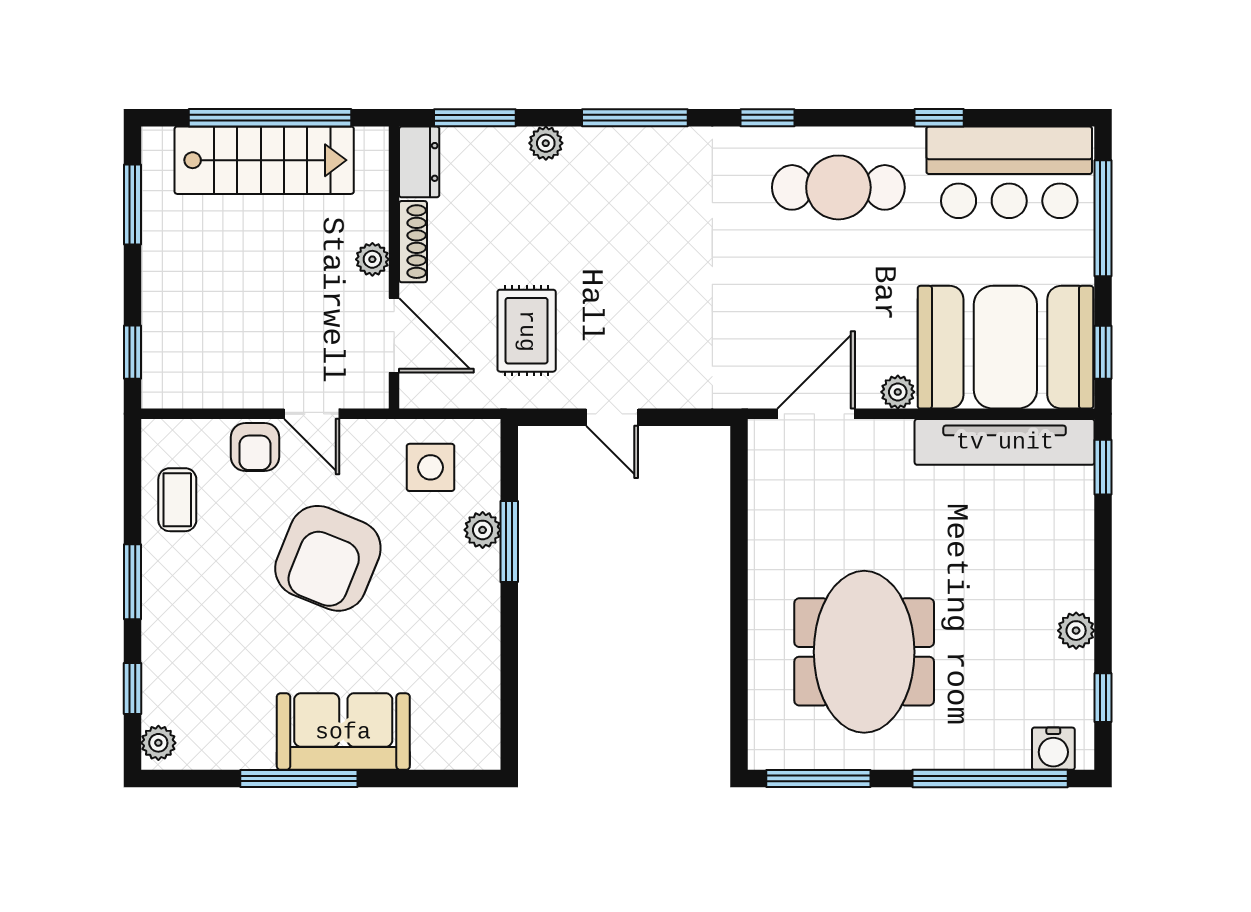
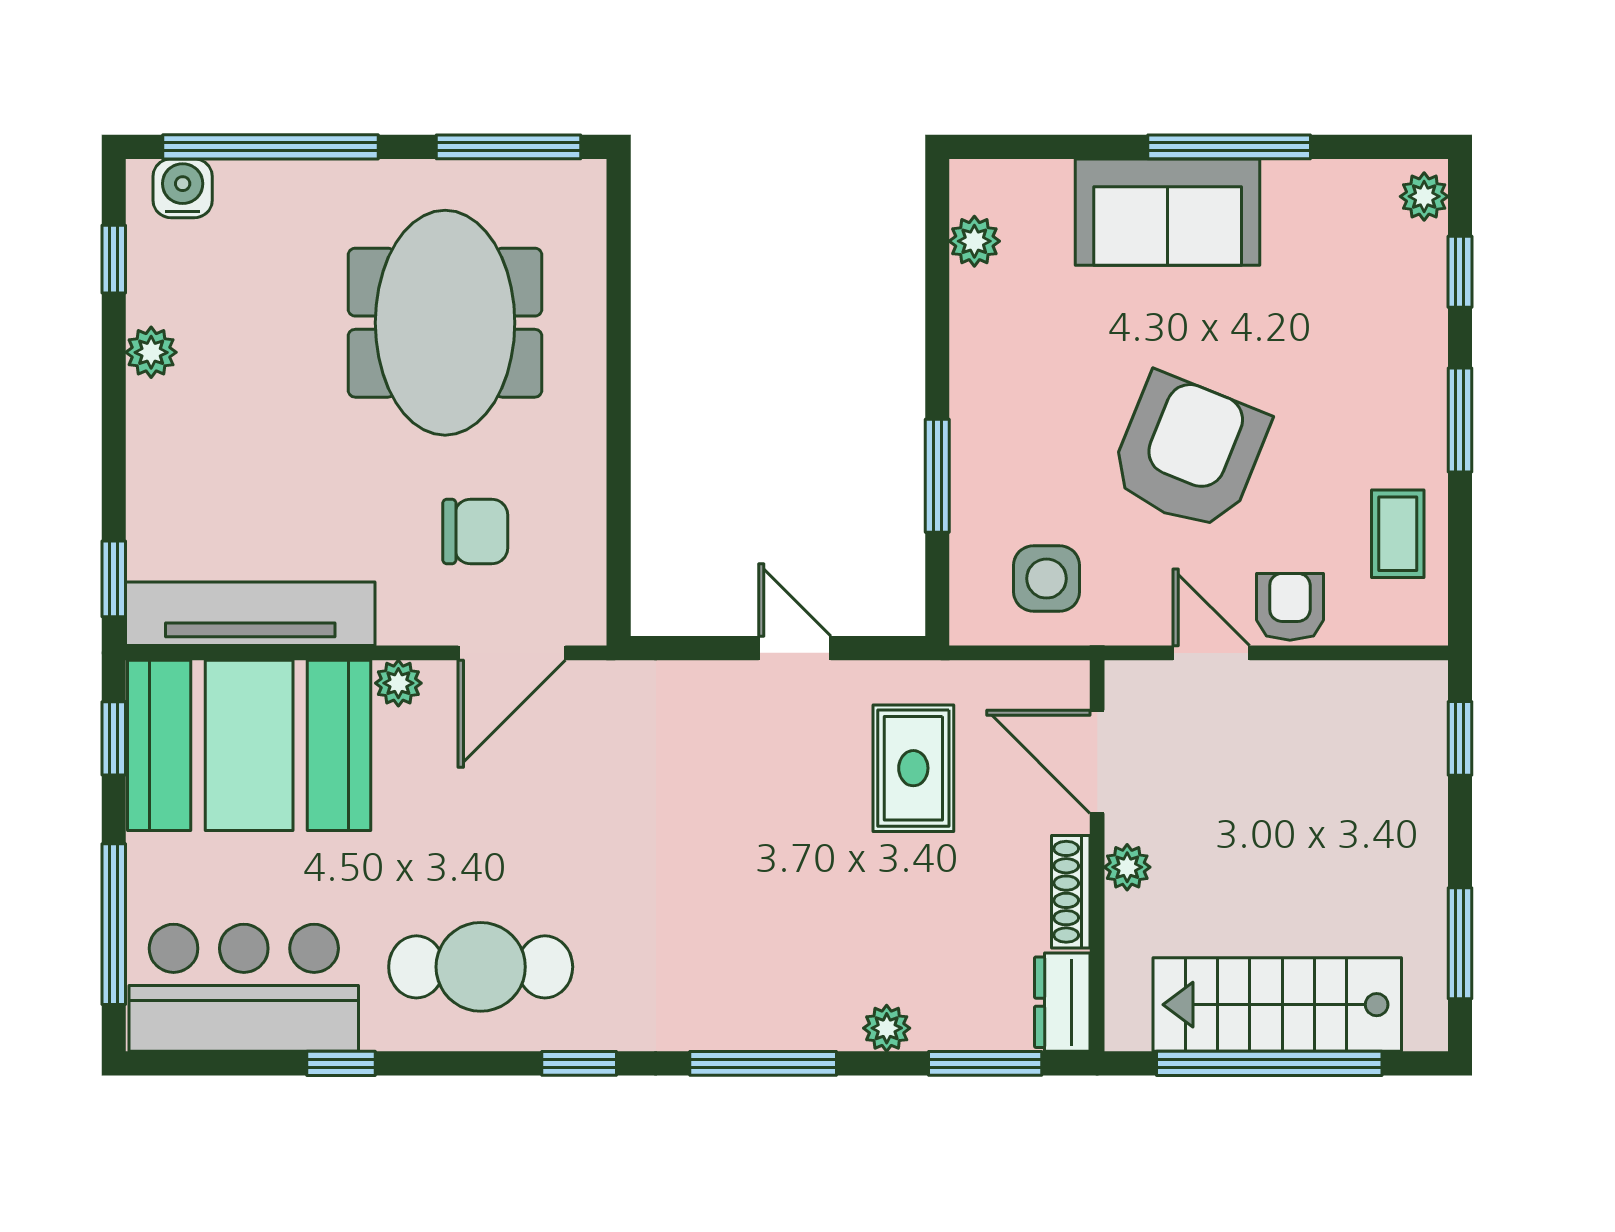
chair: (842, 501) -> (475, 532), added
plant: (483, 530) -> (974, 241), moved

